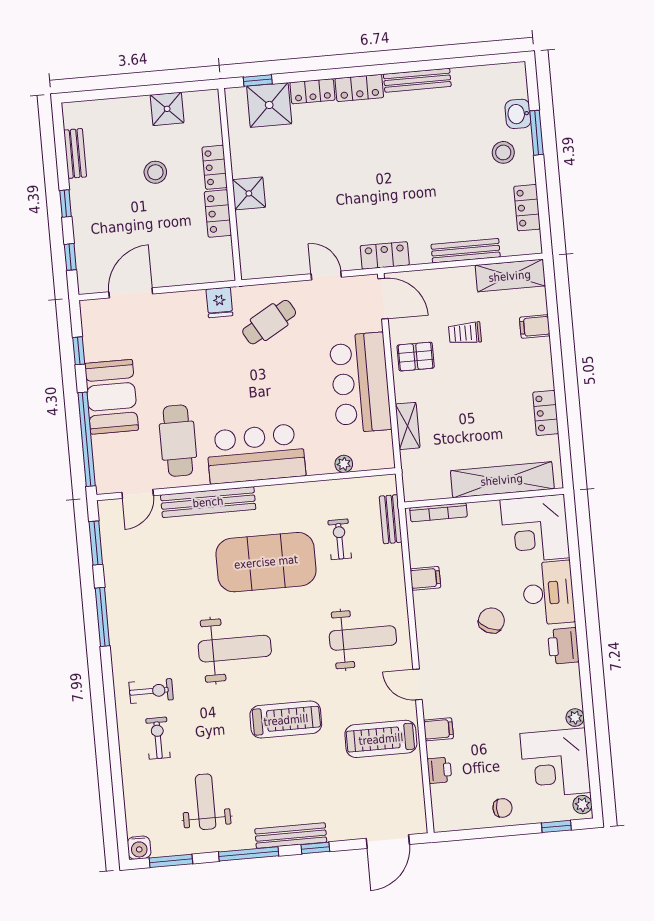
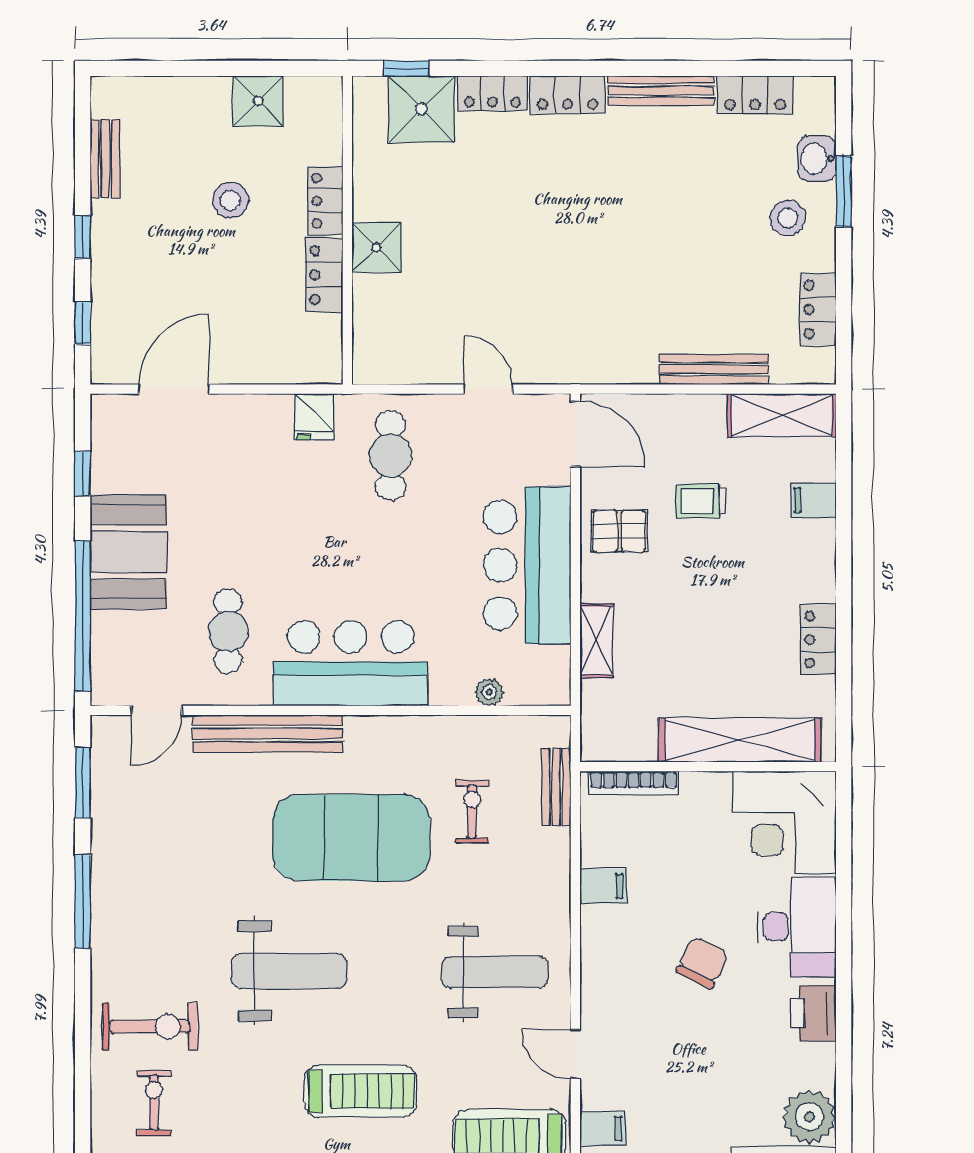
locker: (385, 255) -> (755, 95), moved, turned 180
cafe table: (269, 322) -> (390, 455), turned -60
cafe table: (178, 441) -> (228, 631), width x0.73, depth x0.74
exercise bike: (151, 691) -> (150, 1027), width x1.38, depth x1.39
plant: (575, 718) -> (809, 1117), width x1.88, depth x1.88

